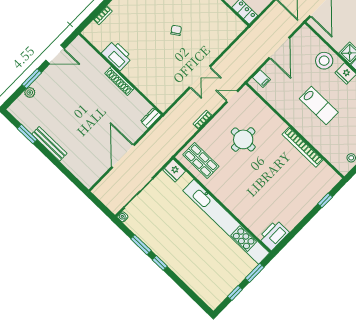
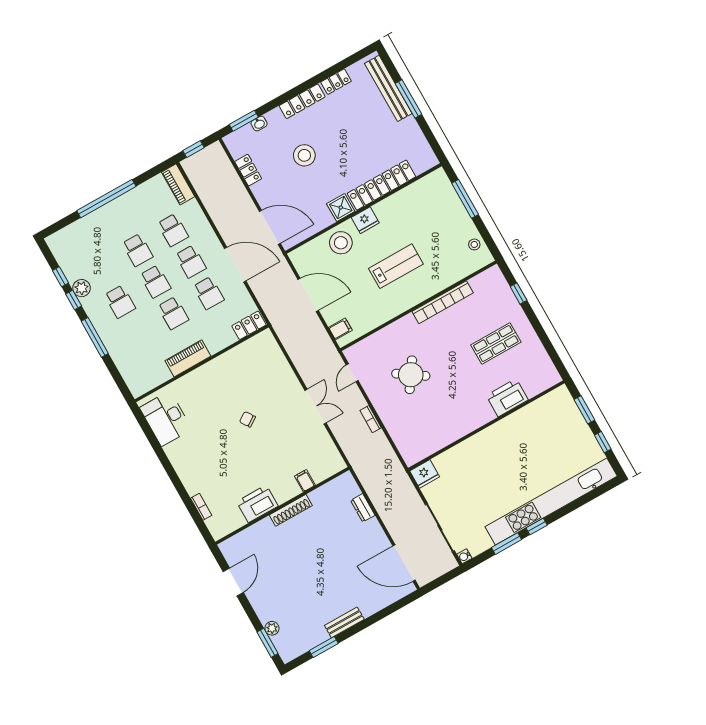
window: (32, 79) -> (268, 643), moved
filing cabinet: (144, 85) -> (305, 481), added
dresser: (151, 118) -> (363, 508), moved
round table: (243, 139) -> (411, 375), turned 34
bench: (49, 144) -> (344, 622), width x0.73
door: (123, 156) -> (404, 563), moved
shop shelf: (201, 161) -> (496, 343), moved
kitchen unit: (226, 222) -> (551, 501), moved, turned 180
printer: (274, 235) -> (507, 398), moved, turned 90

